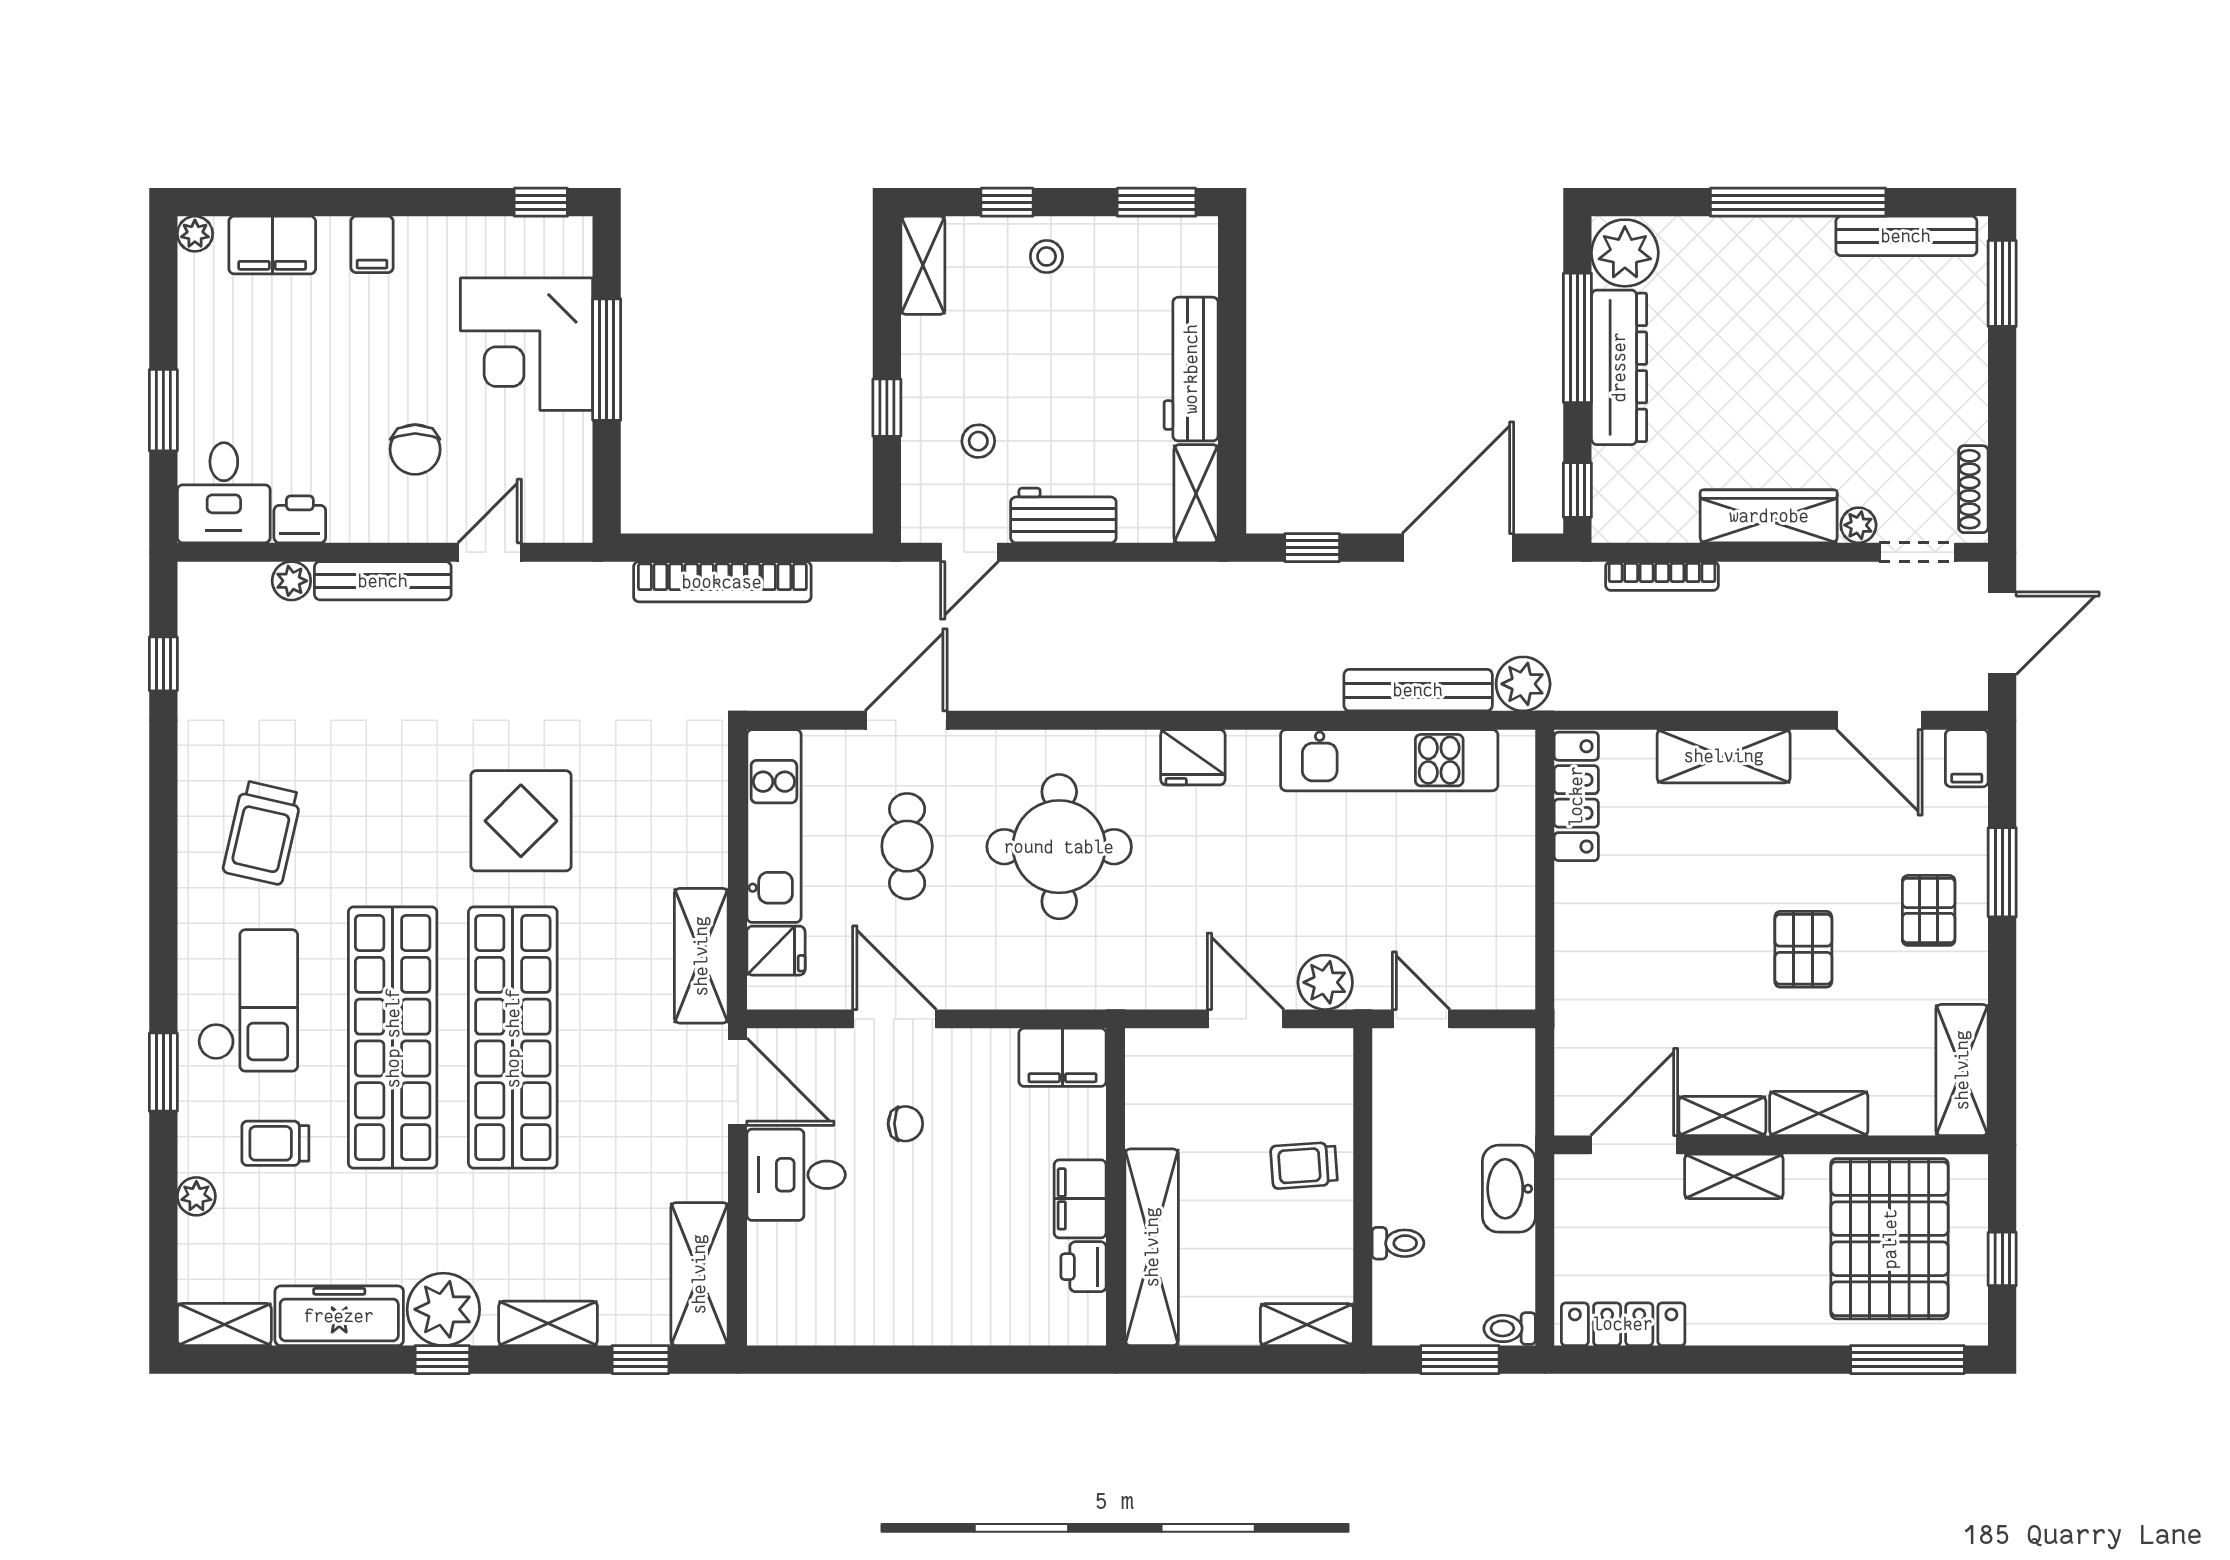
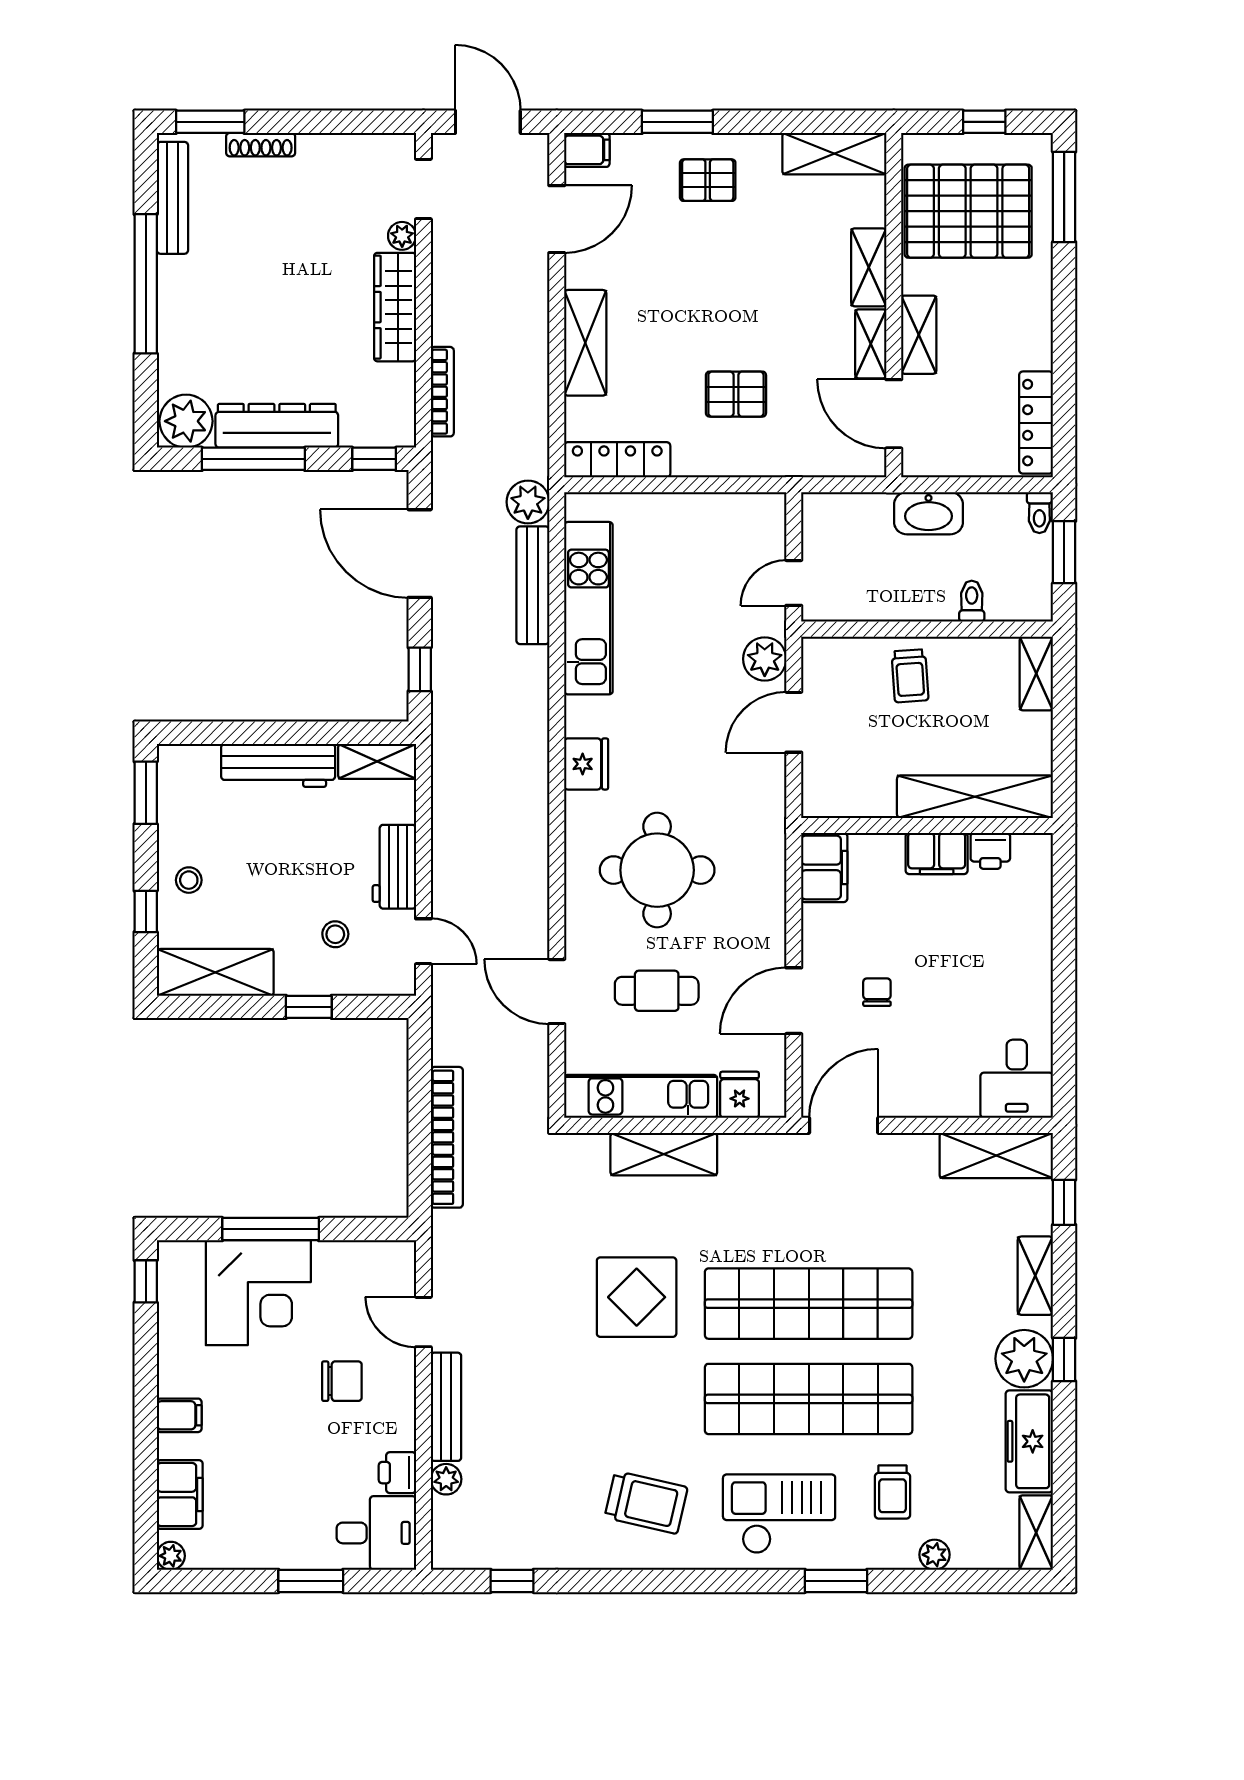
shelving: (923, 265) -> (215, 972), width x1.50, depth x1.33
shoe rack: (1973, 489) -> (261, 145), moved
pallet: (1803, 949) -> (736, 394), moved
shelving: (701, 956) -> (664, 1154), moved
desk: (796, 1175) -> (1017, 1079), moved

